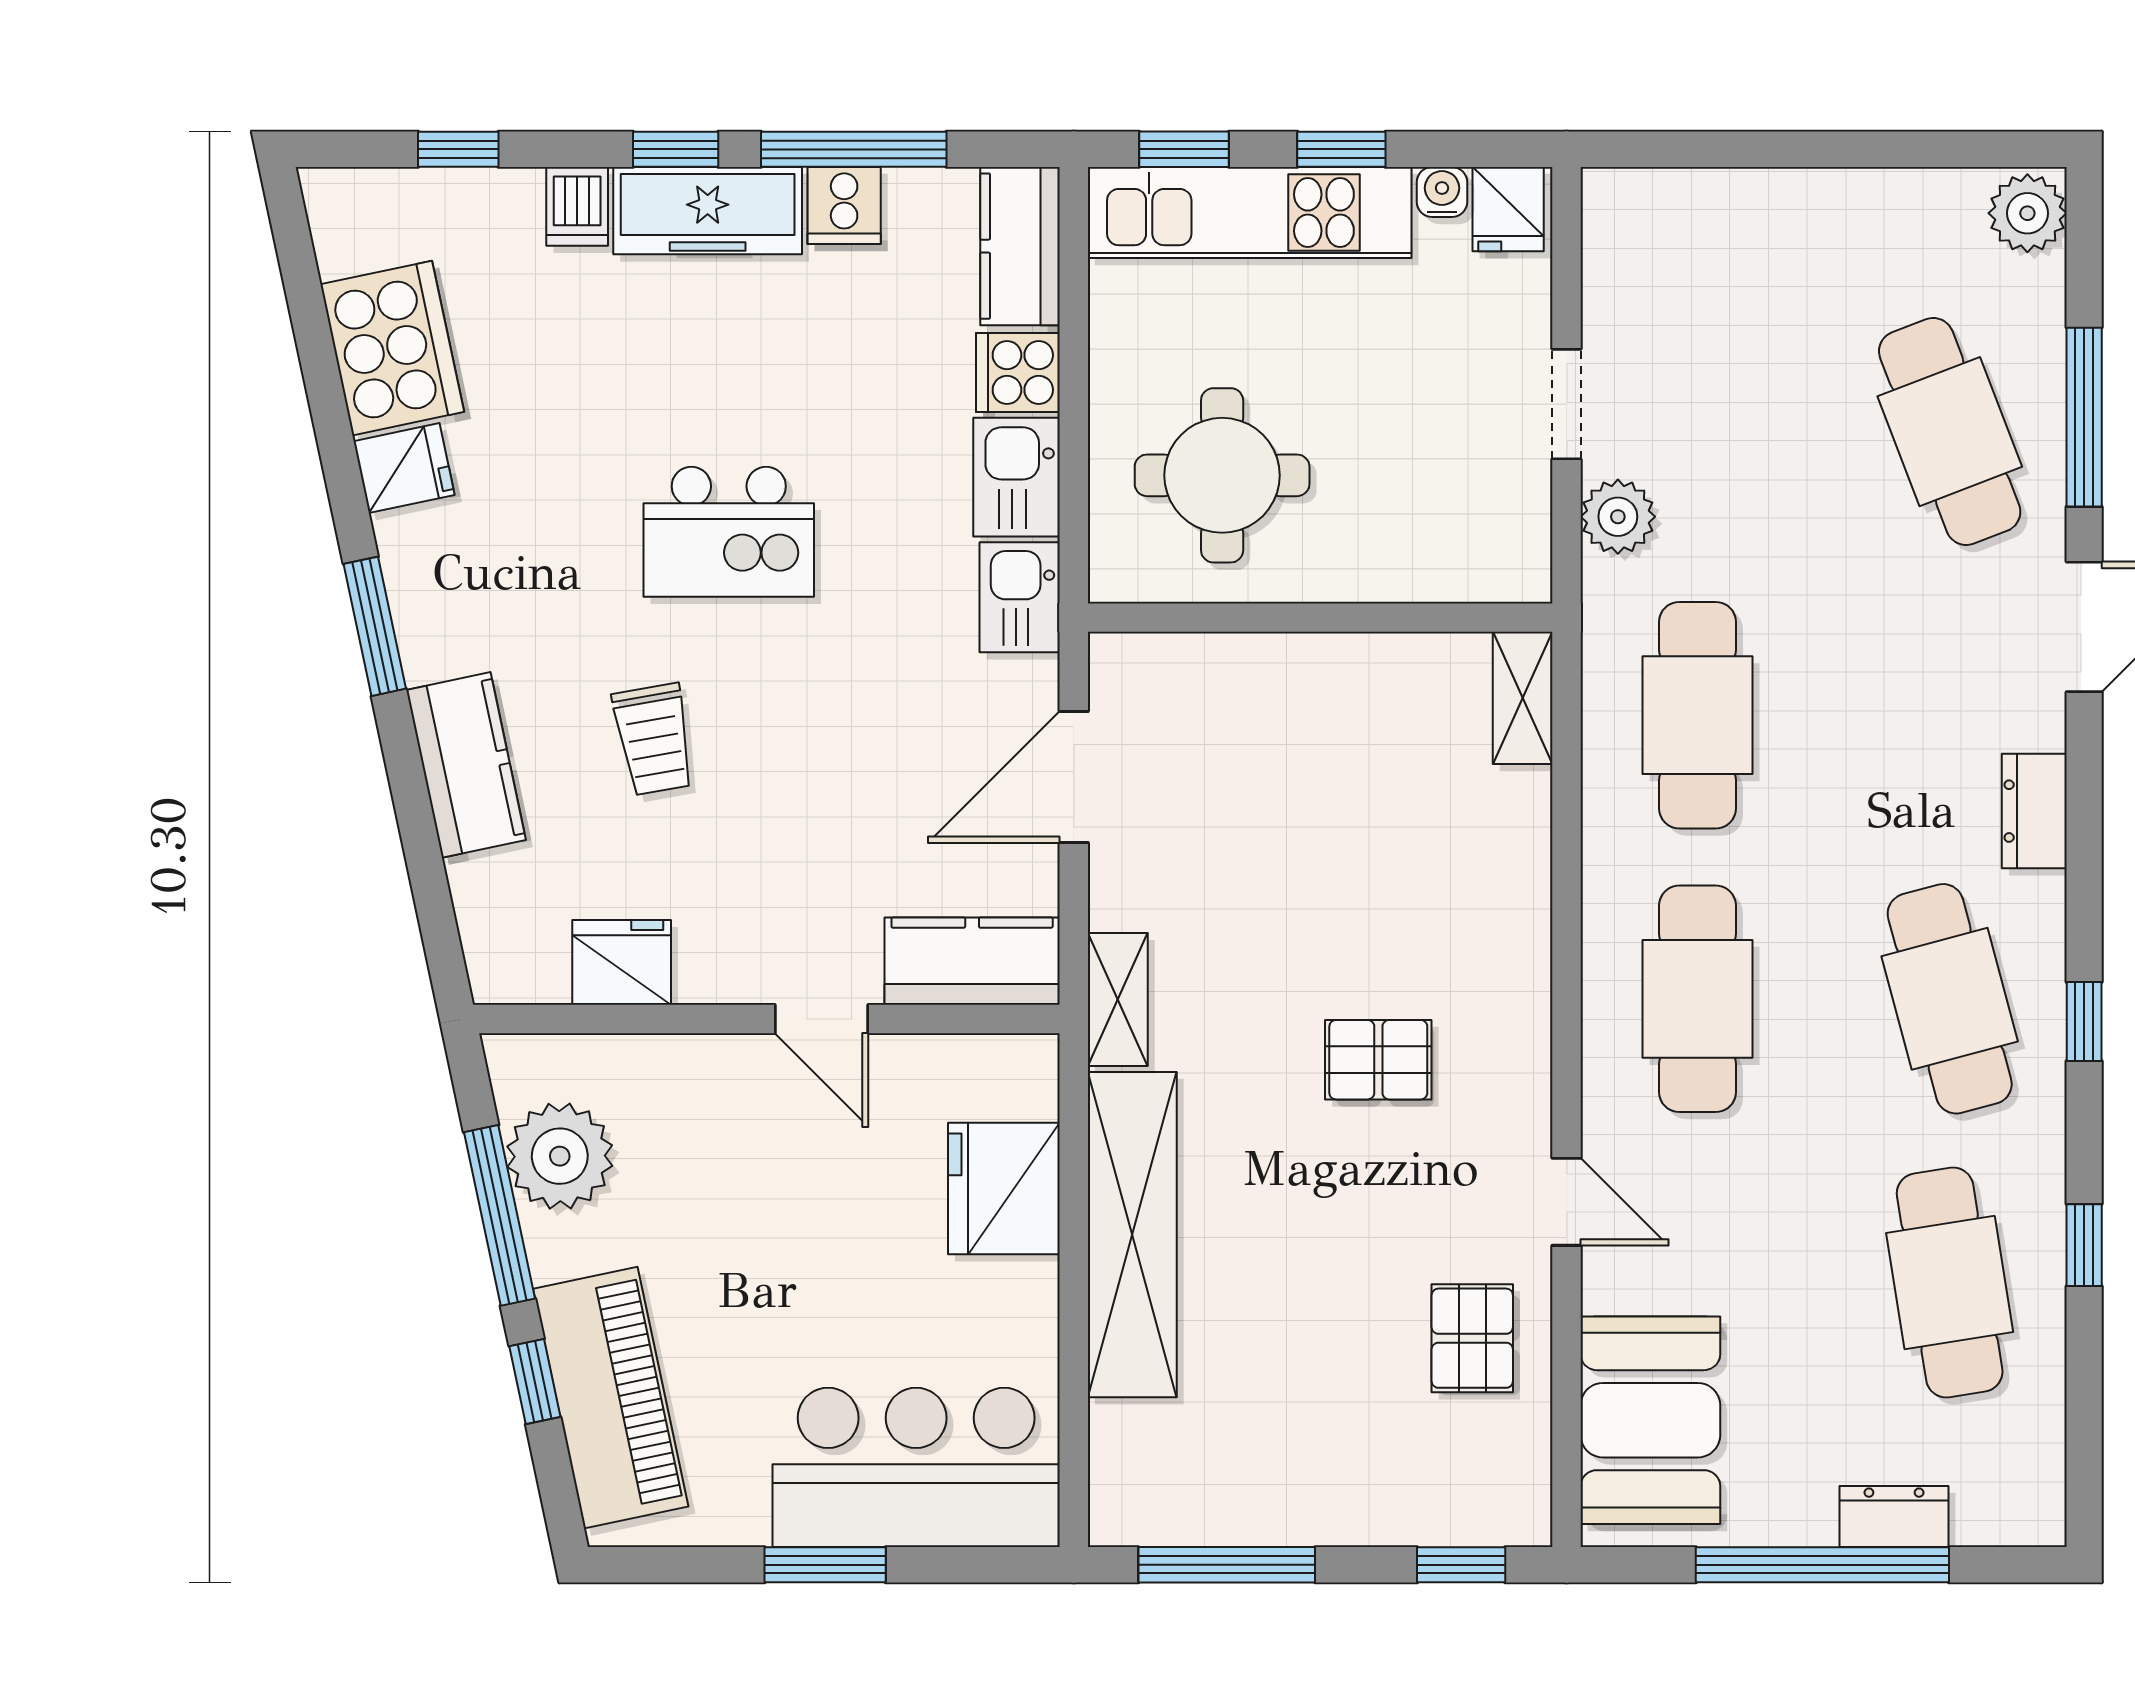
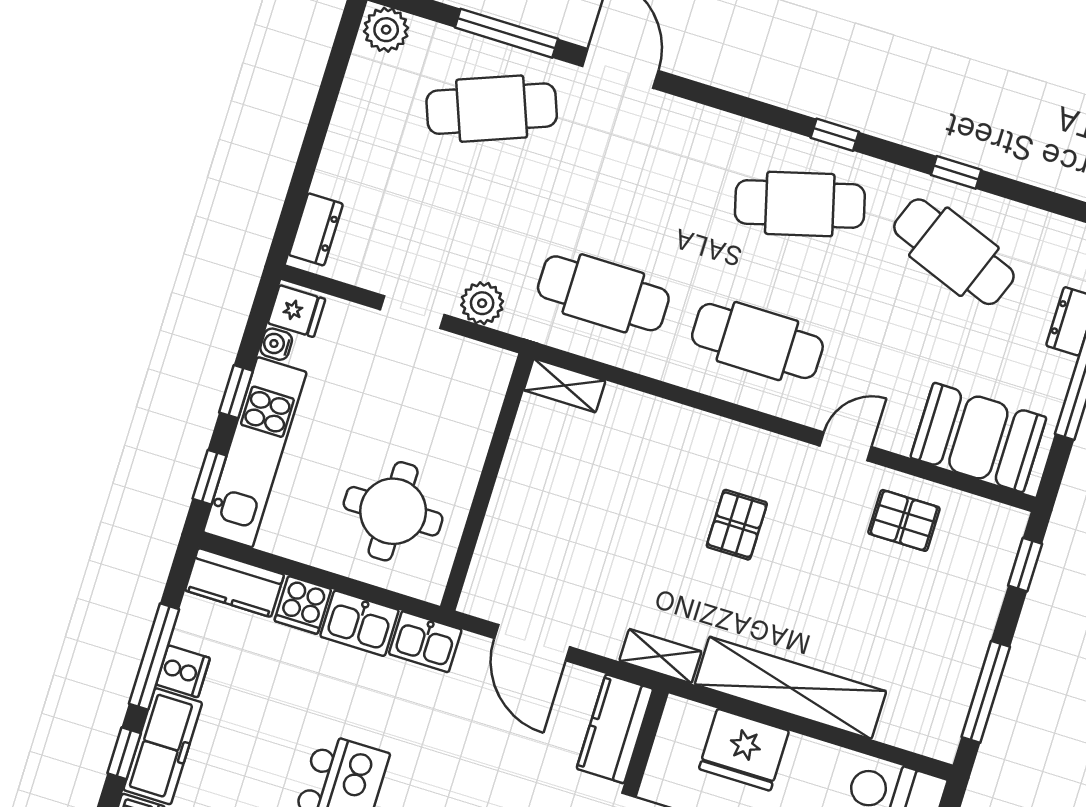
dresser: (2034, 811) -> (316, 229), moved, turned -90
cafe table: (1950, 1282) -> (954, 252), turned 30

